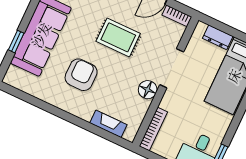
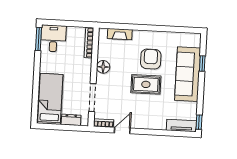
rug: (118, 37) -> (146, 84), moved
doorway: (172, 68) -> (92, 98), moved
armchair: (81, 75) -> (151, 59), turned 180

